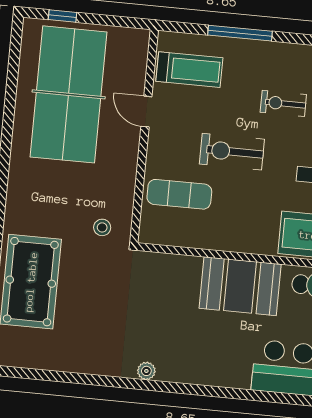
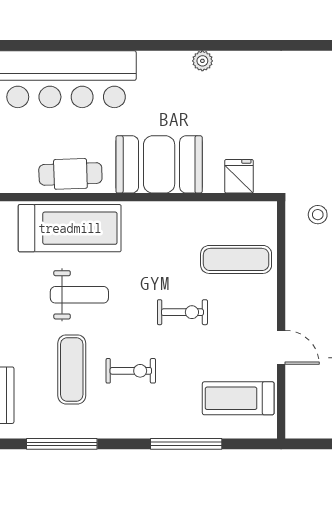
exercise bike: (232, 152) -> (182, 312), width x0.73, depth x0.72
fridge: (169, 269) -> (239, 176), added
plant: (146, 371) -> (202, 61), moved

